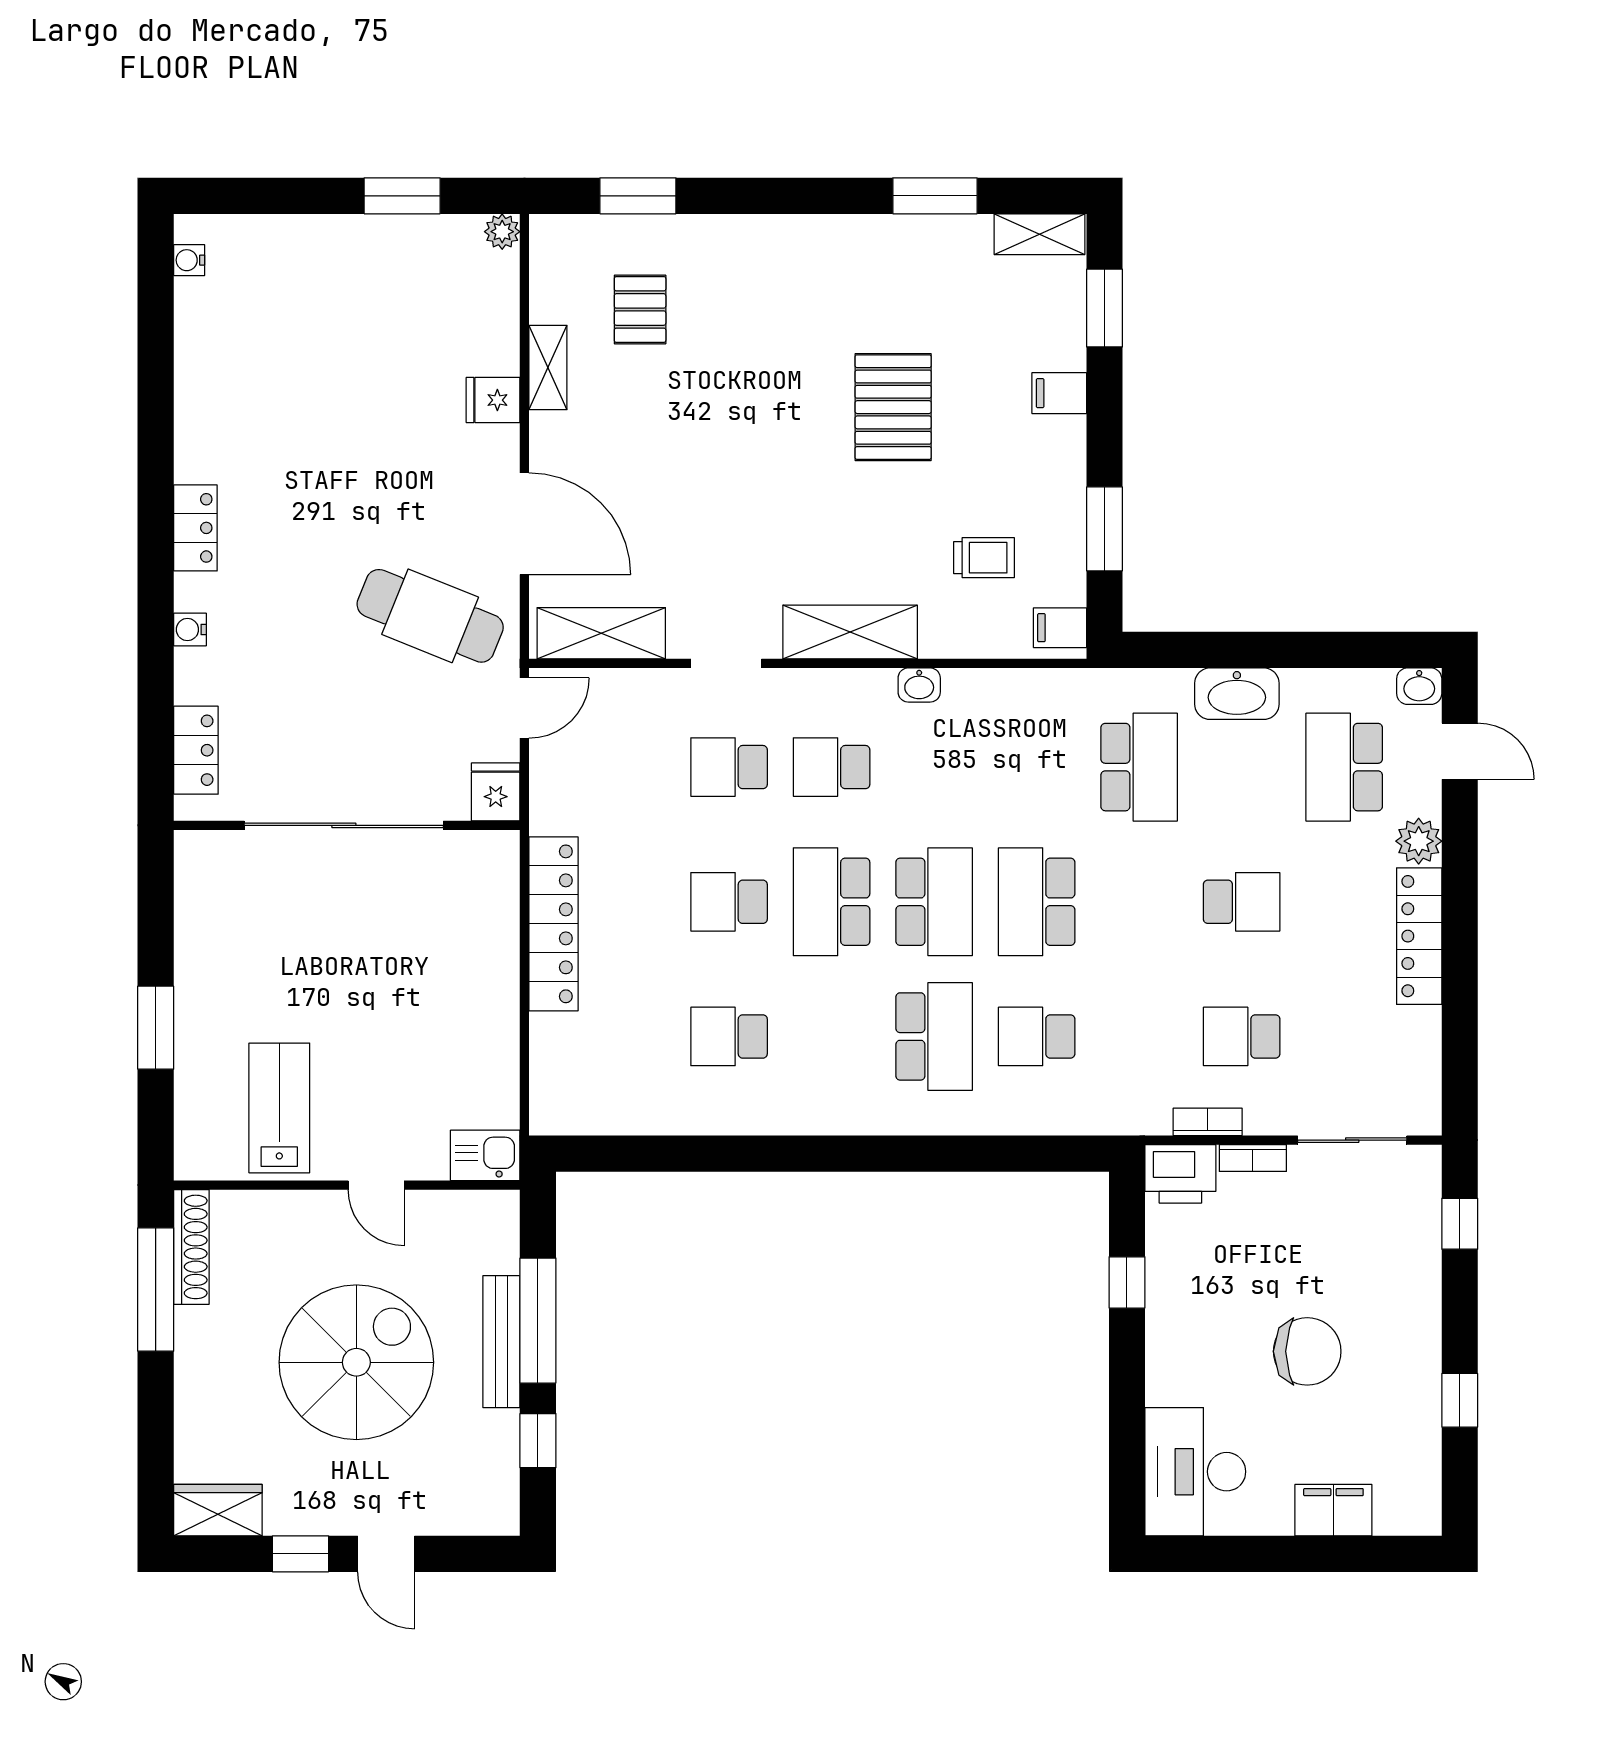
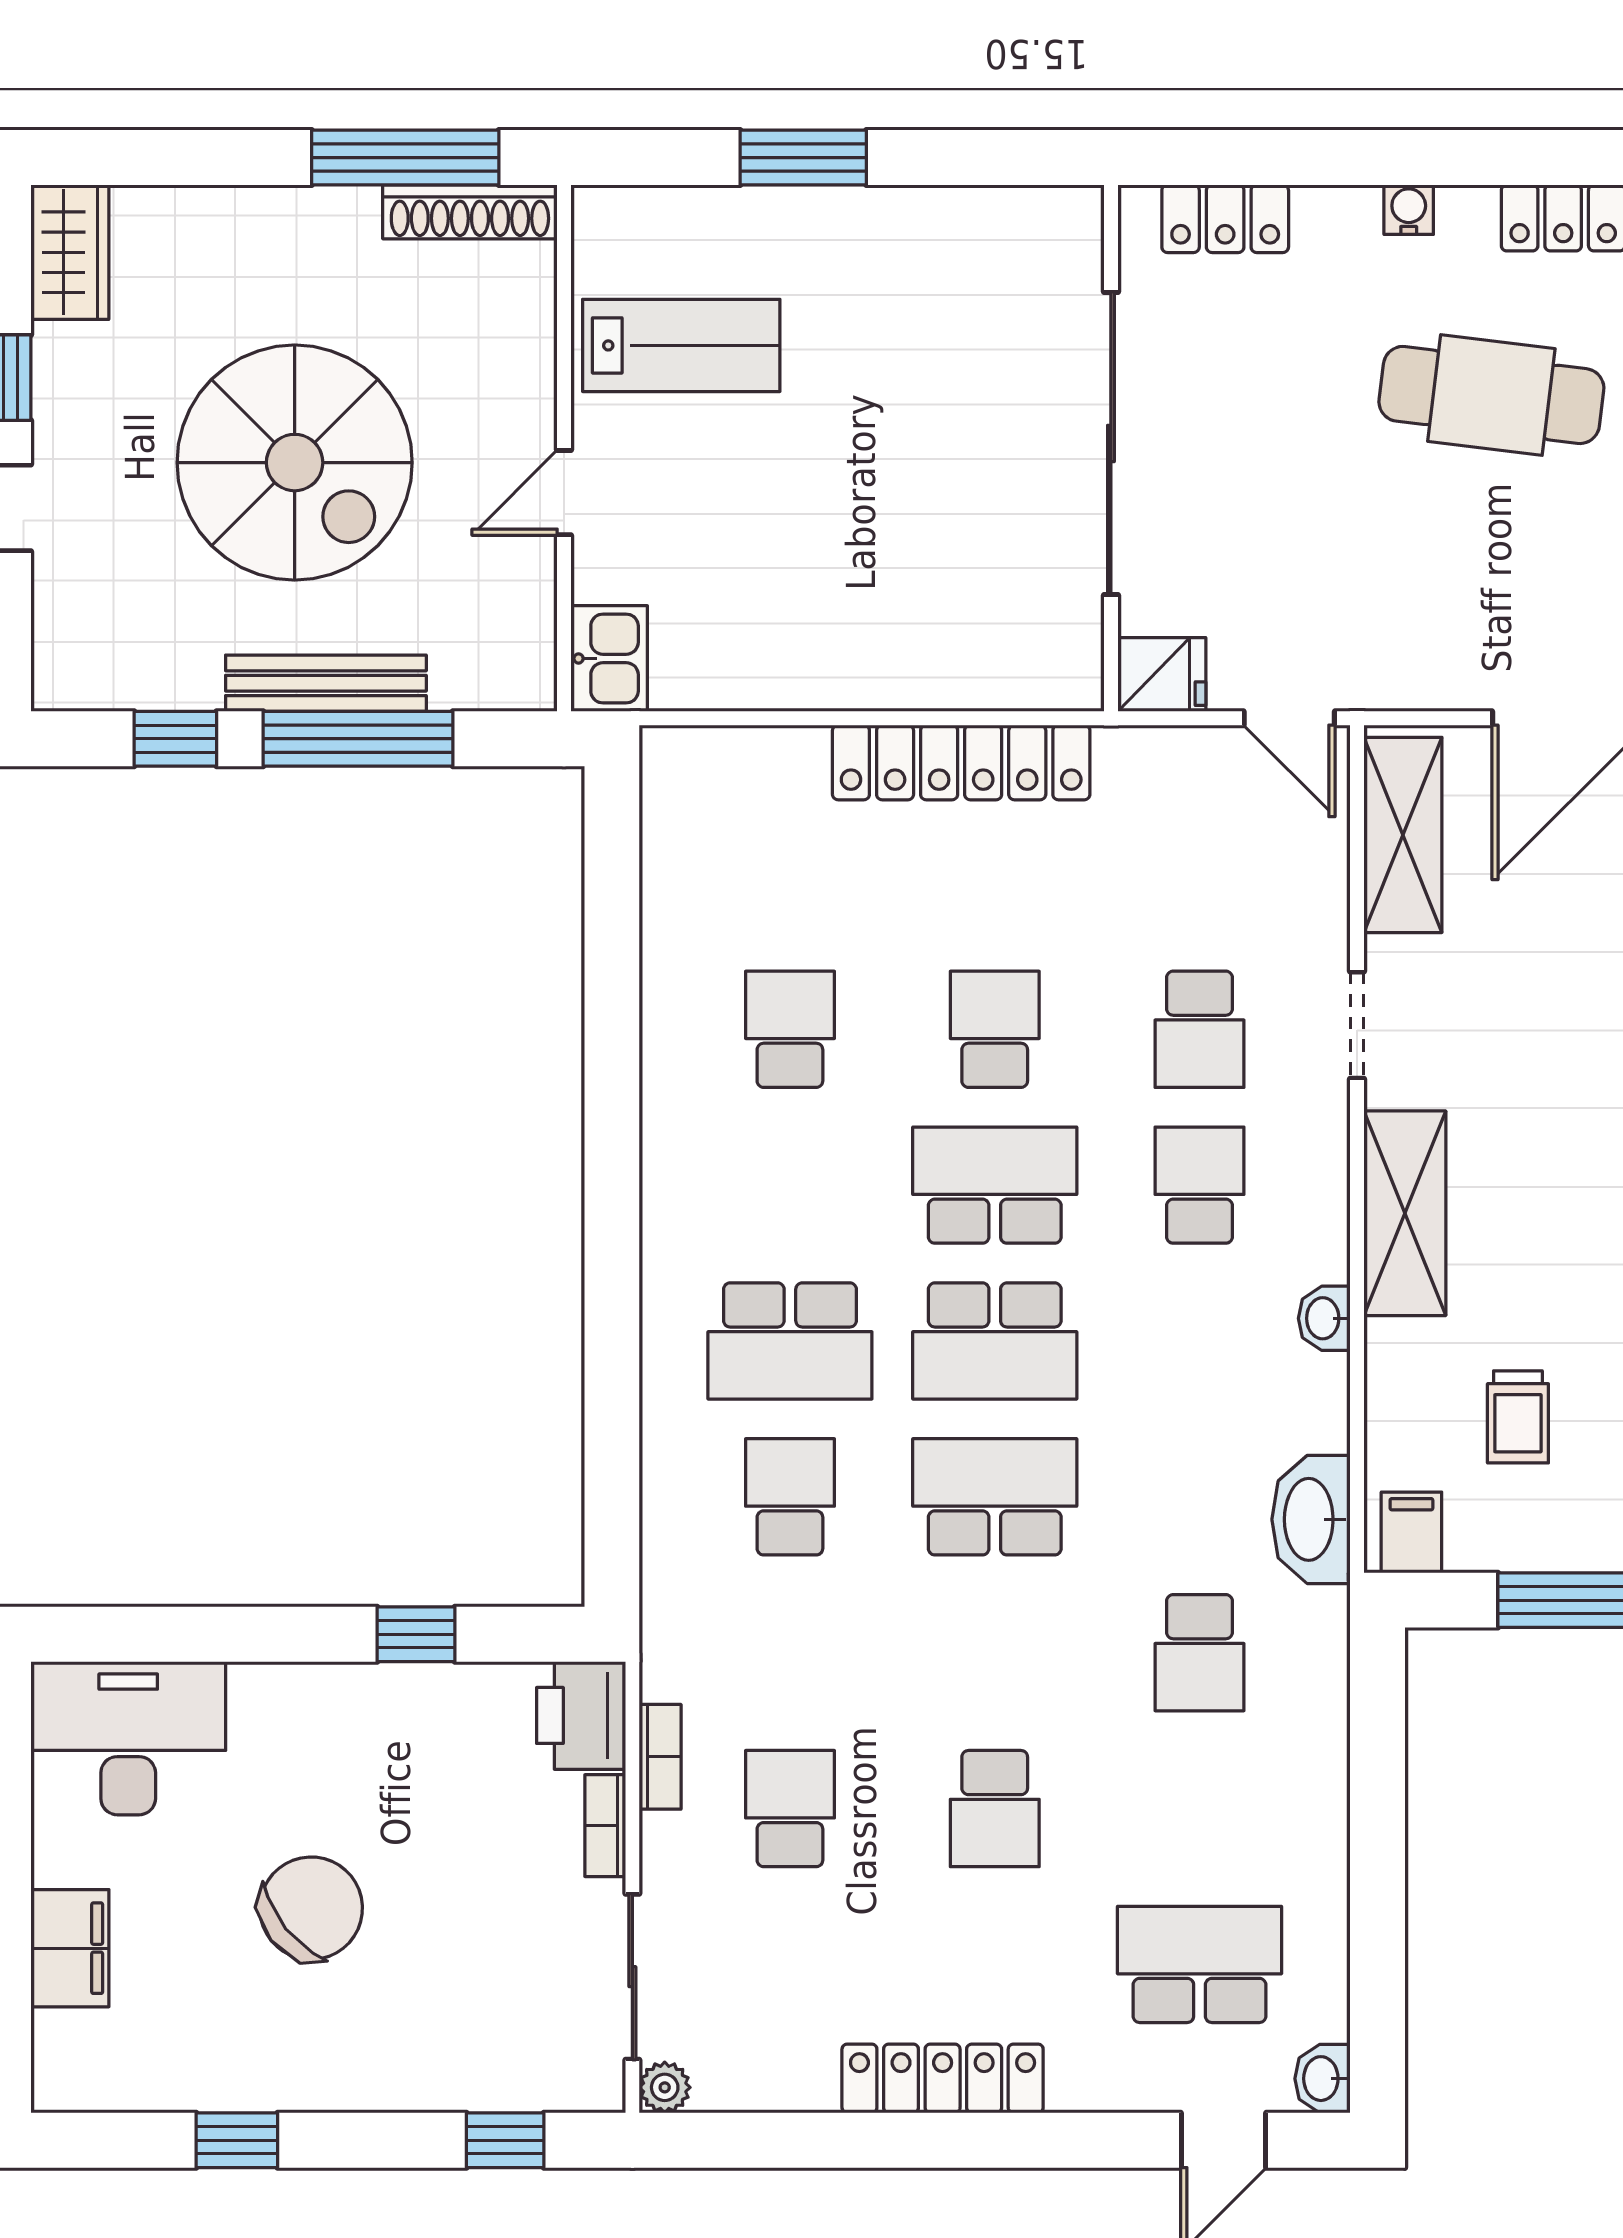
cafe table: (430, 616) -> (1491, 395), moved, turned 75
washbasin: (1237, 694) -> (1311, 1519), moved
school desk: (729, 767) -> (1200, 1029), turned 180
school desk: (1139, 767) -> (1200, 1653), width x0.54
plant: (1419, 841) -> (665, 2087), moved, width x0.73, depth x0.73
chair: (1307, 1351) -> (311, 1908), turned -129

